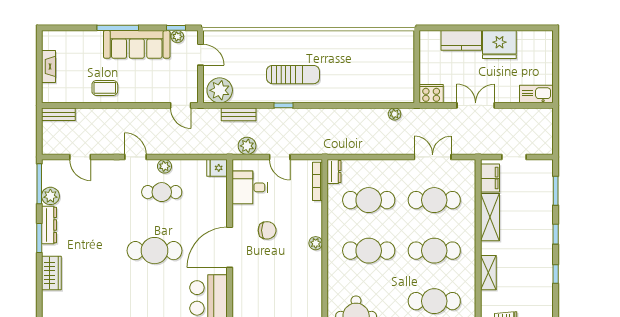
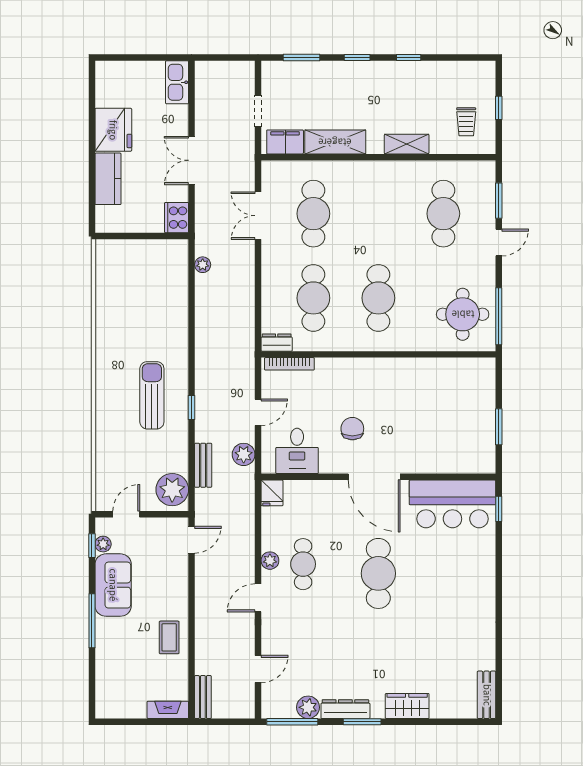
sofa: (137, 44) -> (113, 585), width x0.73
fireplace: (48, 66) -> (168, 710), moved
plant: (316, 243) -> (369, 366), removed
cafe table: (434, 251) -> (378, 214), removed

